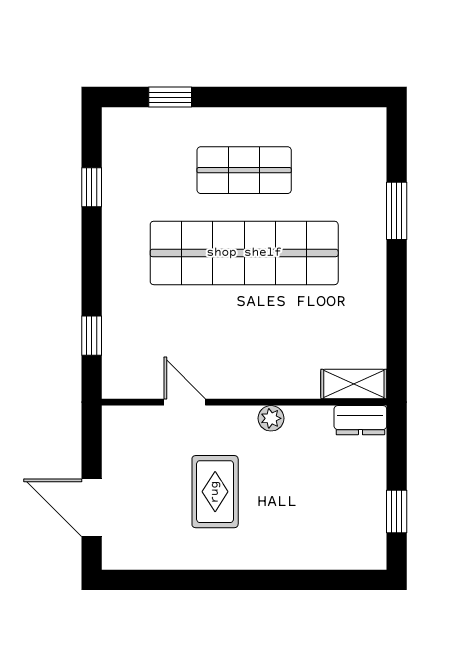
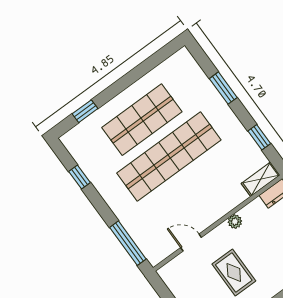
shop shelf: (244, 170) -> (142, 120), width x1.43, depth x1.36
window: (397, 321) -> (259, 137), added
window: (92, 336) -> (128, 243), width x2.17

